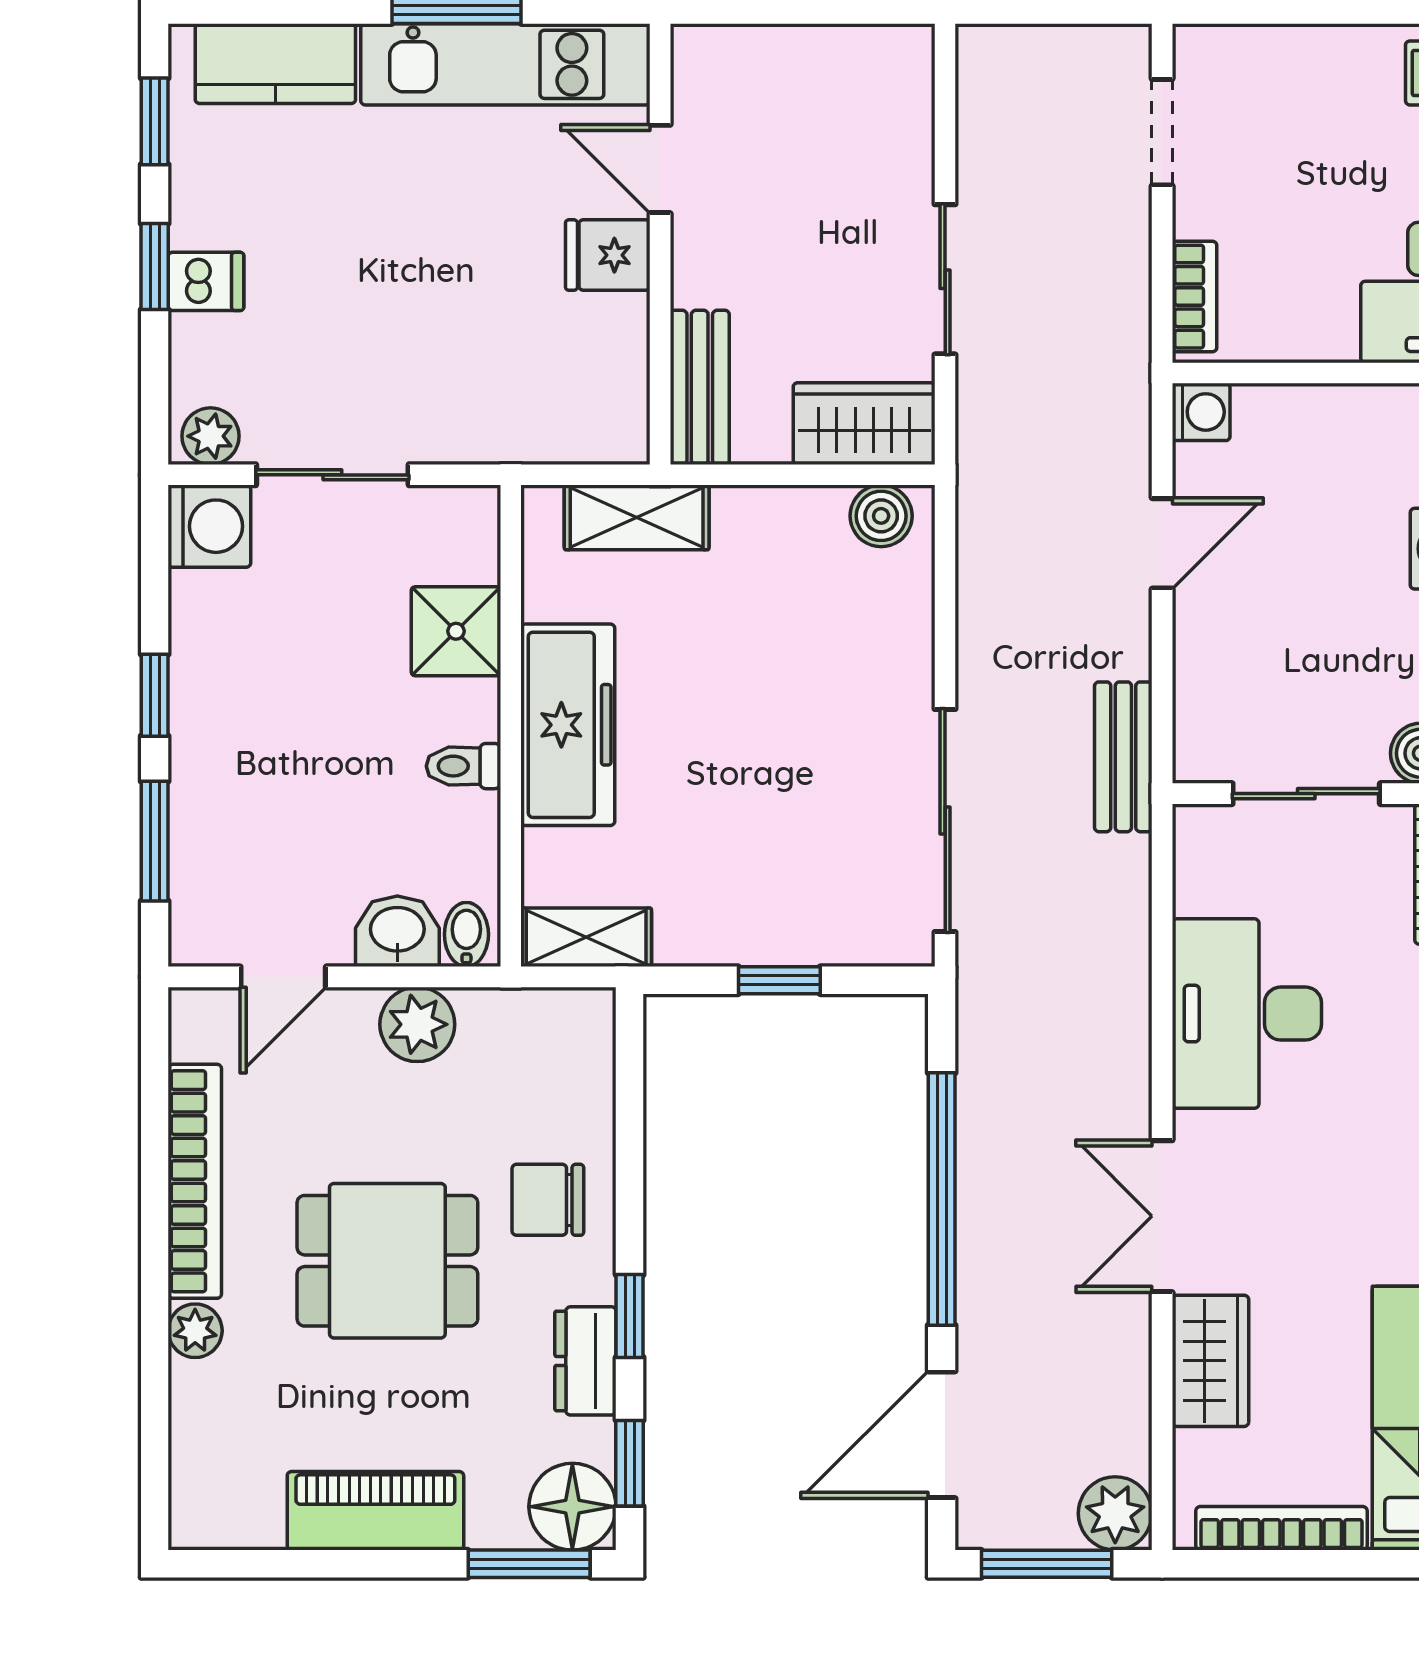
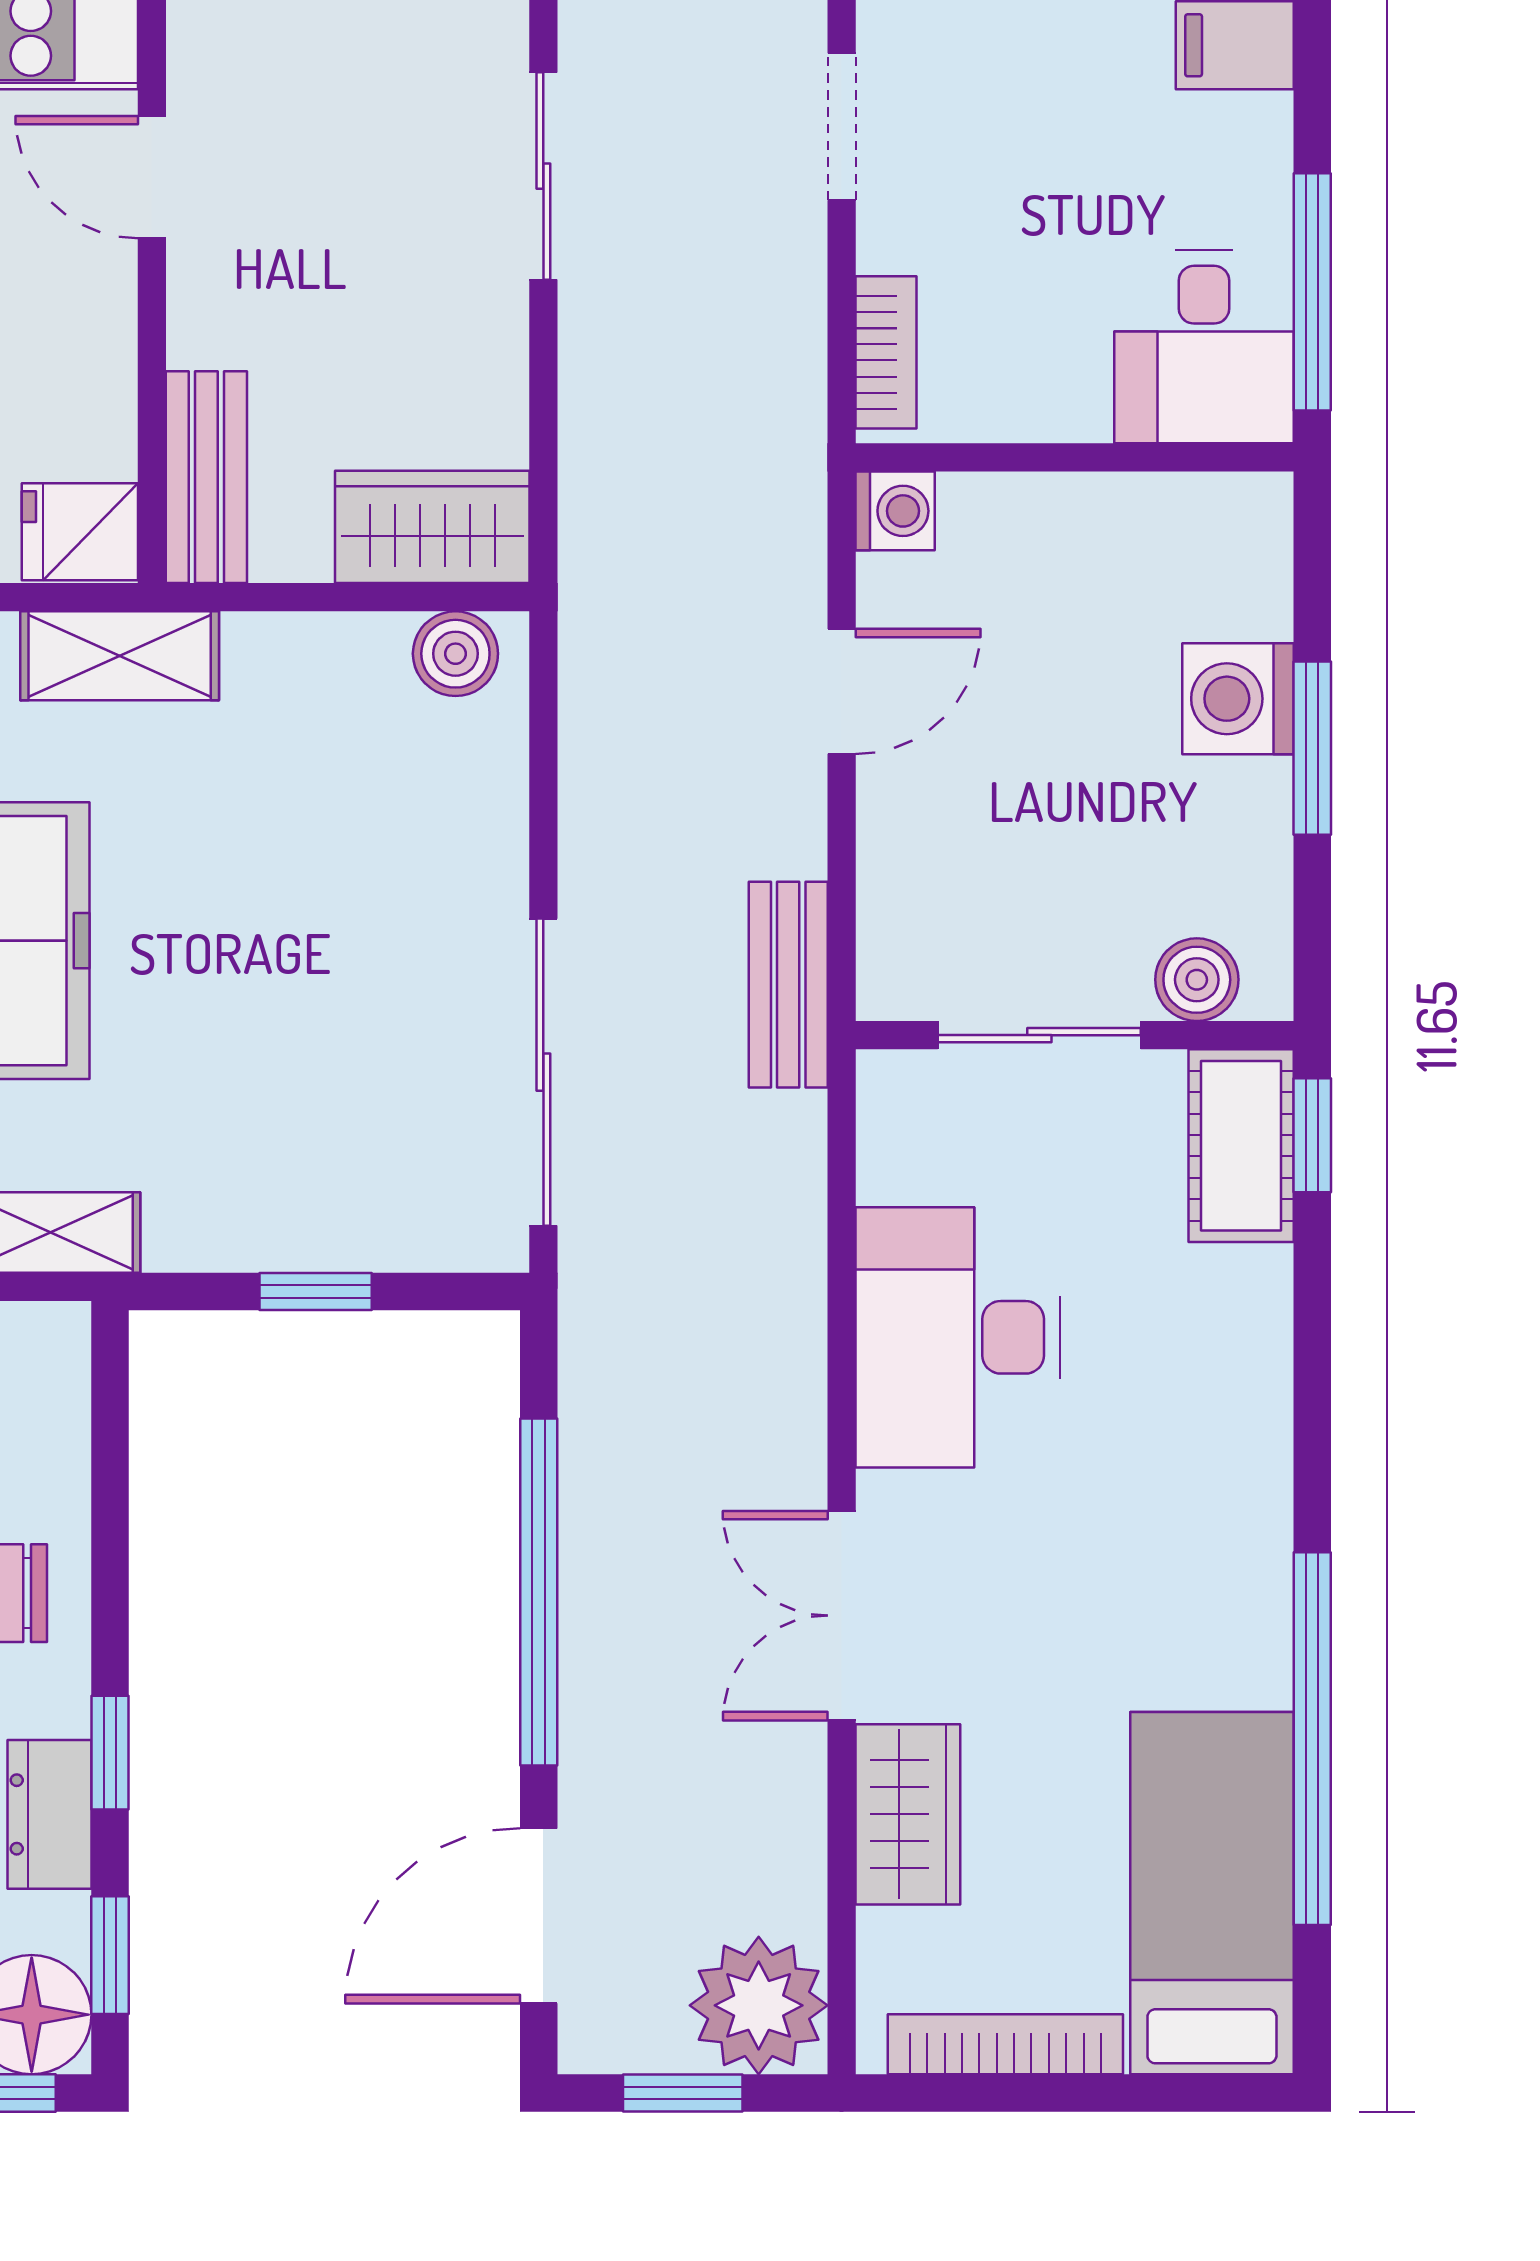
fridge: (608, 255) -> (80, 532), moved
sliding door: (945, 279) -> (543, 176), moved
plant: (1115, 1513) -> (759, 2005), width x1.36, depth x1.36
window: (1047, 1564) -> (683, 2093), width x0.67

